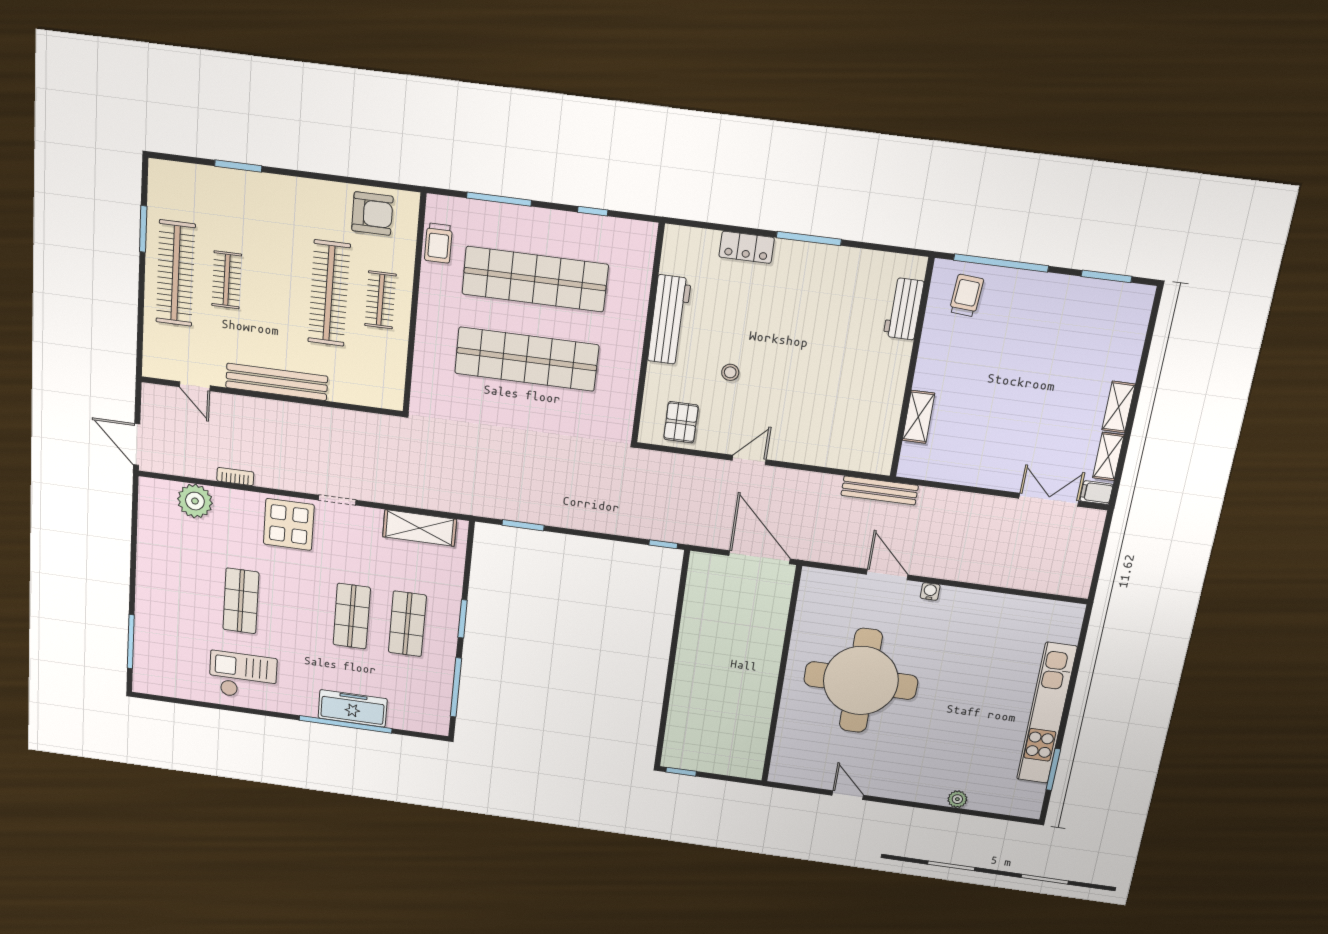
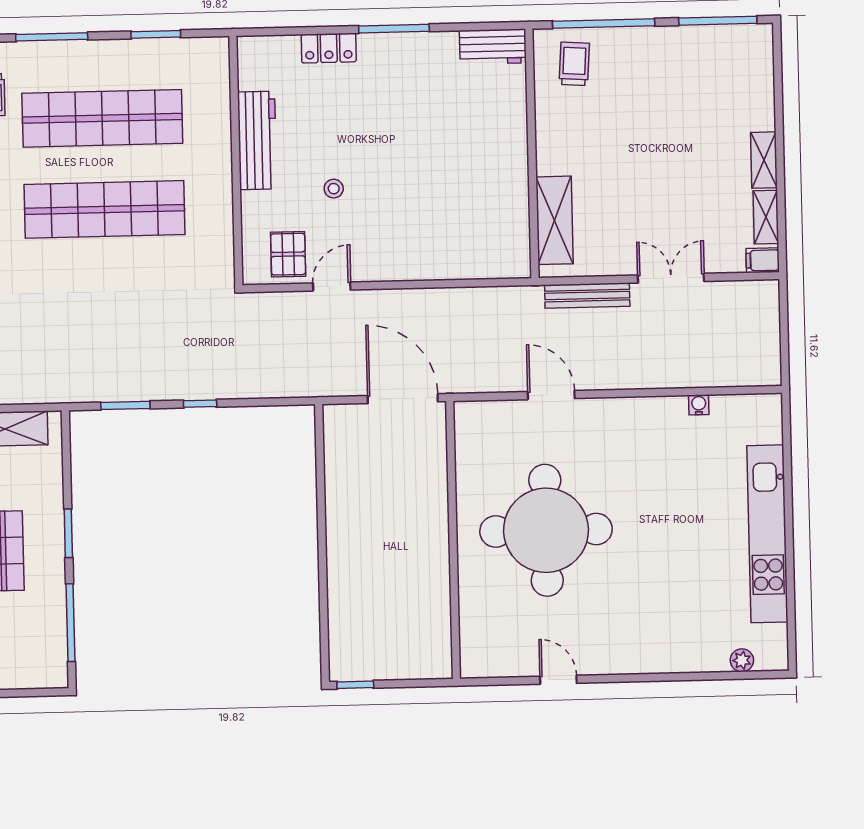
window: (593, 211) -> (156, 34), width x1.50
window: (1106, 276) -> (718, 21), width x1.44
workbench: (903, 309) -> (493, 47), moved, turned -90
shelving: (918, 417) -> (555, 220), width x1.50, depth x1.33
door: (749, 460) -> (332, 286), moved
bench: (880, 490) -> (587, 296), moved
double door: (1049, 500) -> (671, 278), moved
window: (663, 544) -> (200, 404), moved
water cooler: (930, 591) -> (699, 405), moved
window: (1053, 770) -> (791, 603), removed
plant: (957, 799) -> (742, 660), moved

